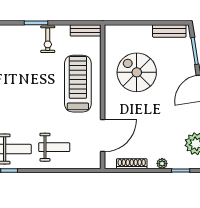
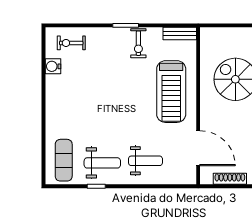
treadmill: (78, 84) -> (171, 92), turned 180
door: (103, 136) -> (198, 148), hinge flipped

